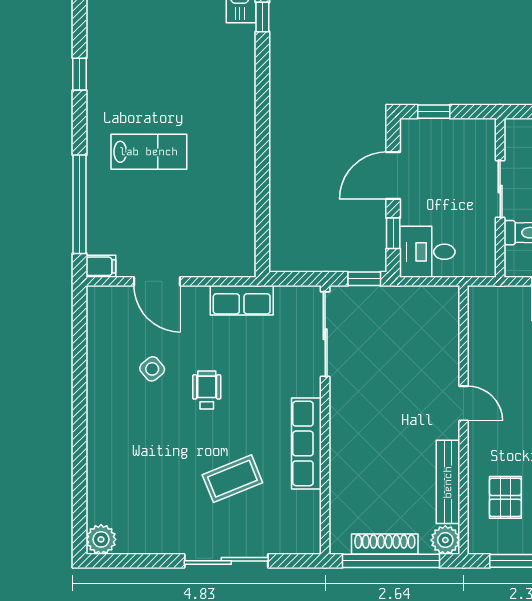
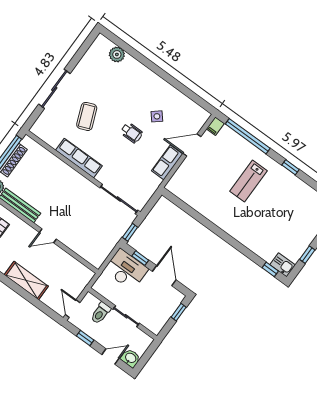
window: (80, 74) -> (290, 167), moved
desk: (427, 252) -> (126, 270), width x1.37
row of seats: (242, 300) -> (167, 162), moved
plant: (101, 539) -> (117, 54), moved

